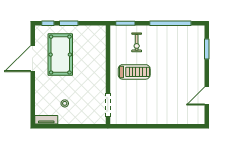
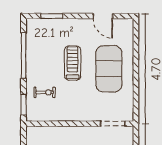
treadmill: (134, 72) -> (73, 63), moved
exercise mat: (158, 102) -> (109, 69), added

